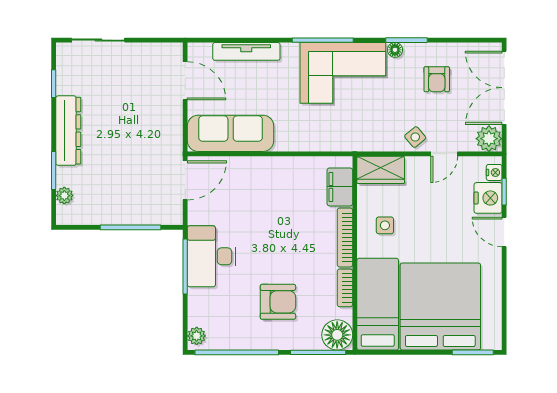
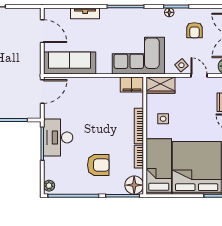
tv unit: (246, 51) -> (85, 13), width x0.71
corner sofa: (343, 73) -> (138, 56), moved, turned 180
door: (444, 154) -> (199, 75), swing flipped
filing cabinet: (340, 187) -> (132, 84), moved, turned -90

